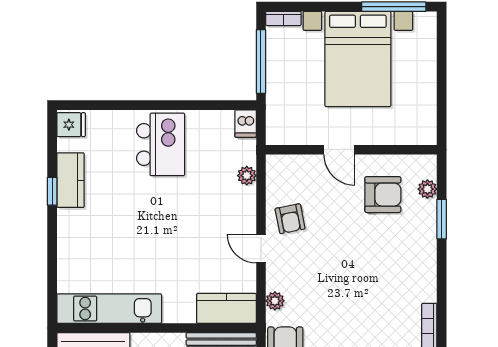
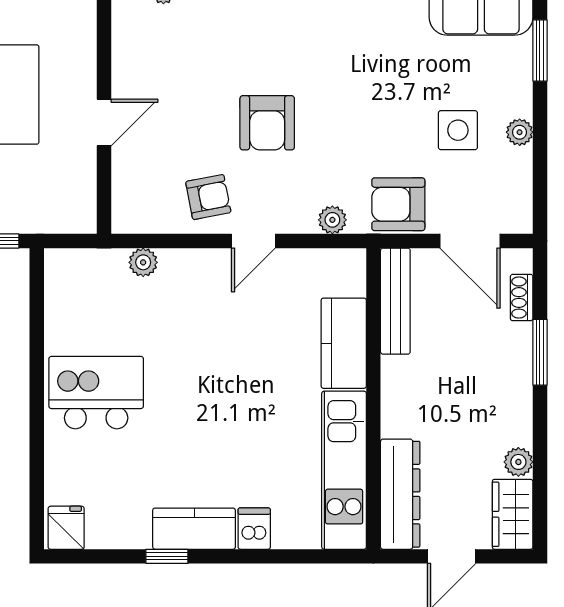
dishwasher: (246, 124) -> (254, 529), moved, turned -90
kitchen counter: (71, 180) -> (194, 529), moved
armchair: (383, 195) -> (267, 123), moved, turned 180
kitchen counter: (226, 308) -> (344, 343), moved

